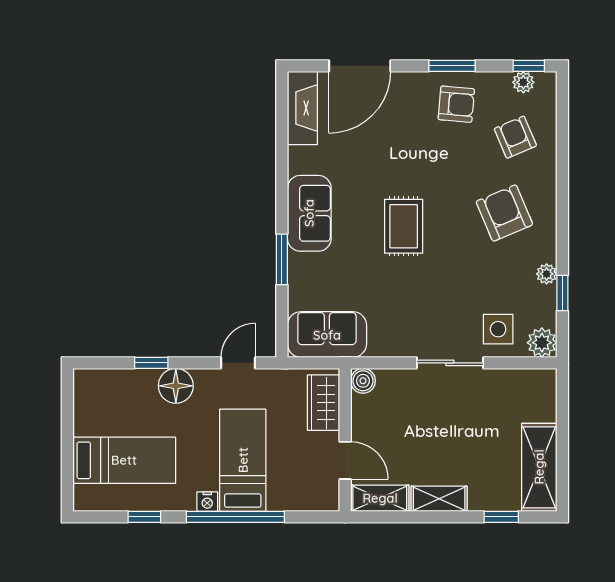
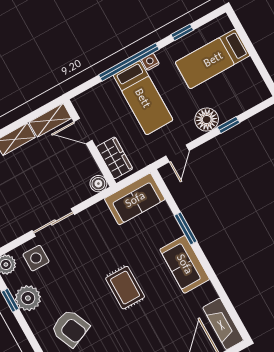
plant: (547, 274) -> (28, 298), width x1.88, depth x1.88

